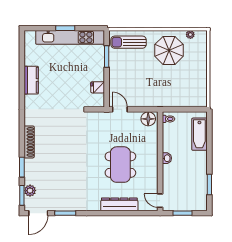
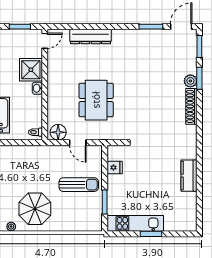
kitchen unit: (70, 37) -> (135, 223), width x0.73
sun lounger: (129, 42) -> (79, 185), moved
door: (120, 109) -> (78, 143), moved
dining table: (120, 165) -> (96, 100), moved
shower: (173, 175) -> (31, 70), added
plant: (30, 191) -> (190, 81), moved
door: (160, 201) -> (45, 41), hinge flipped

